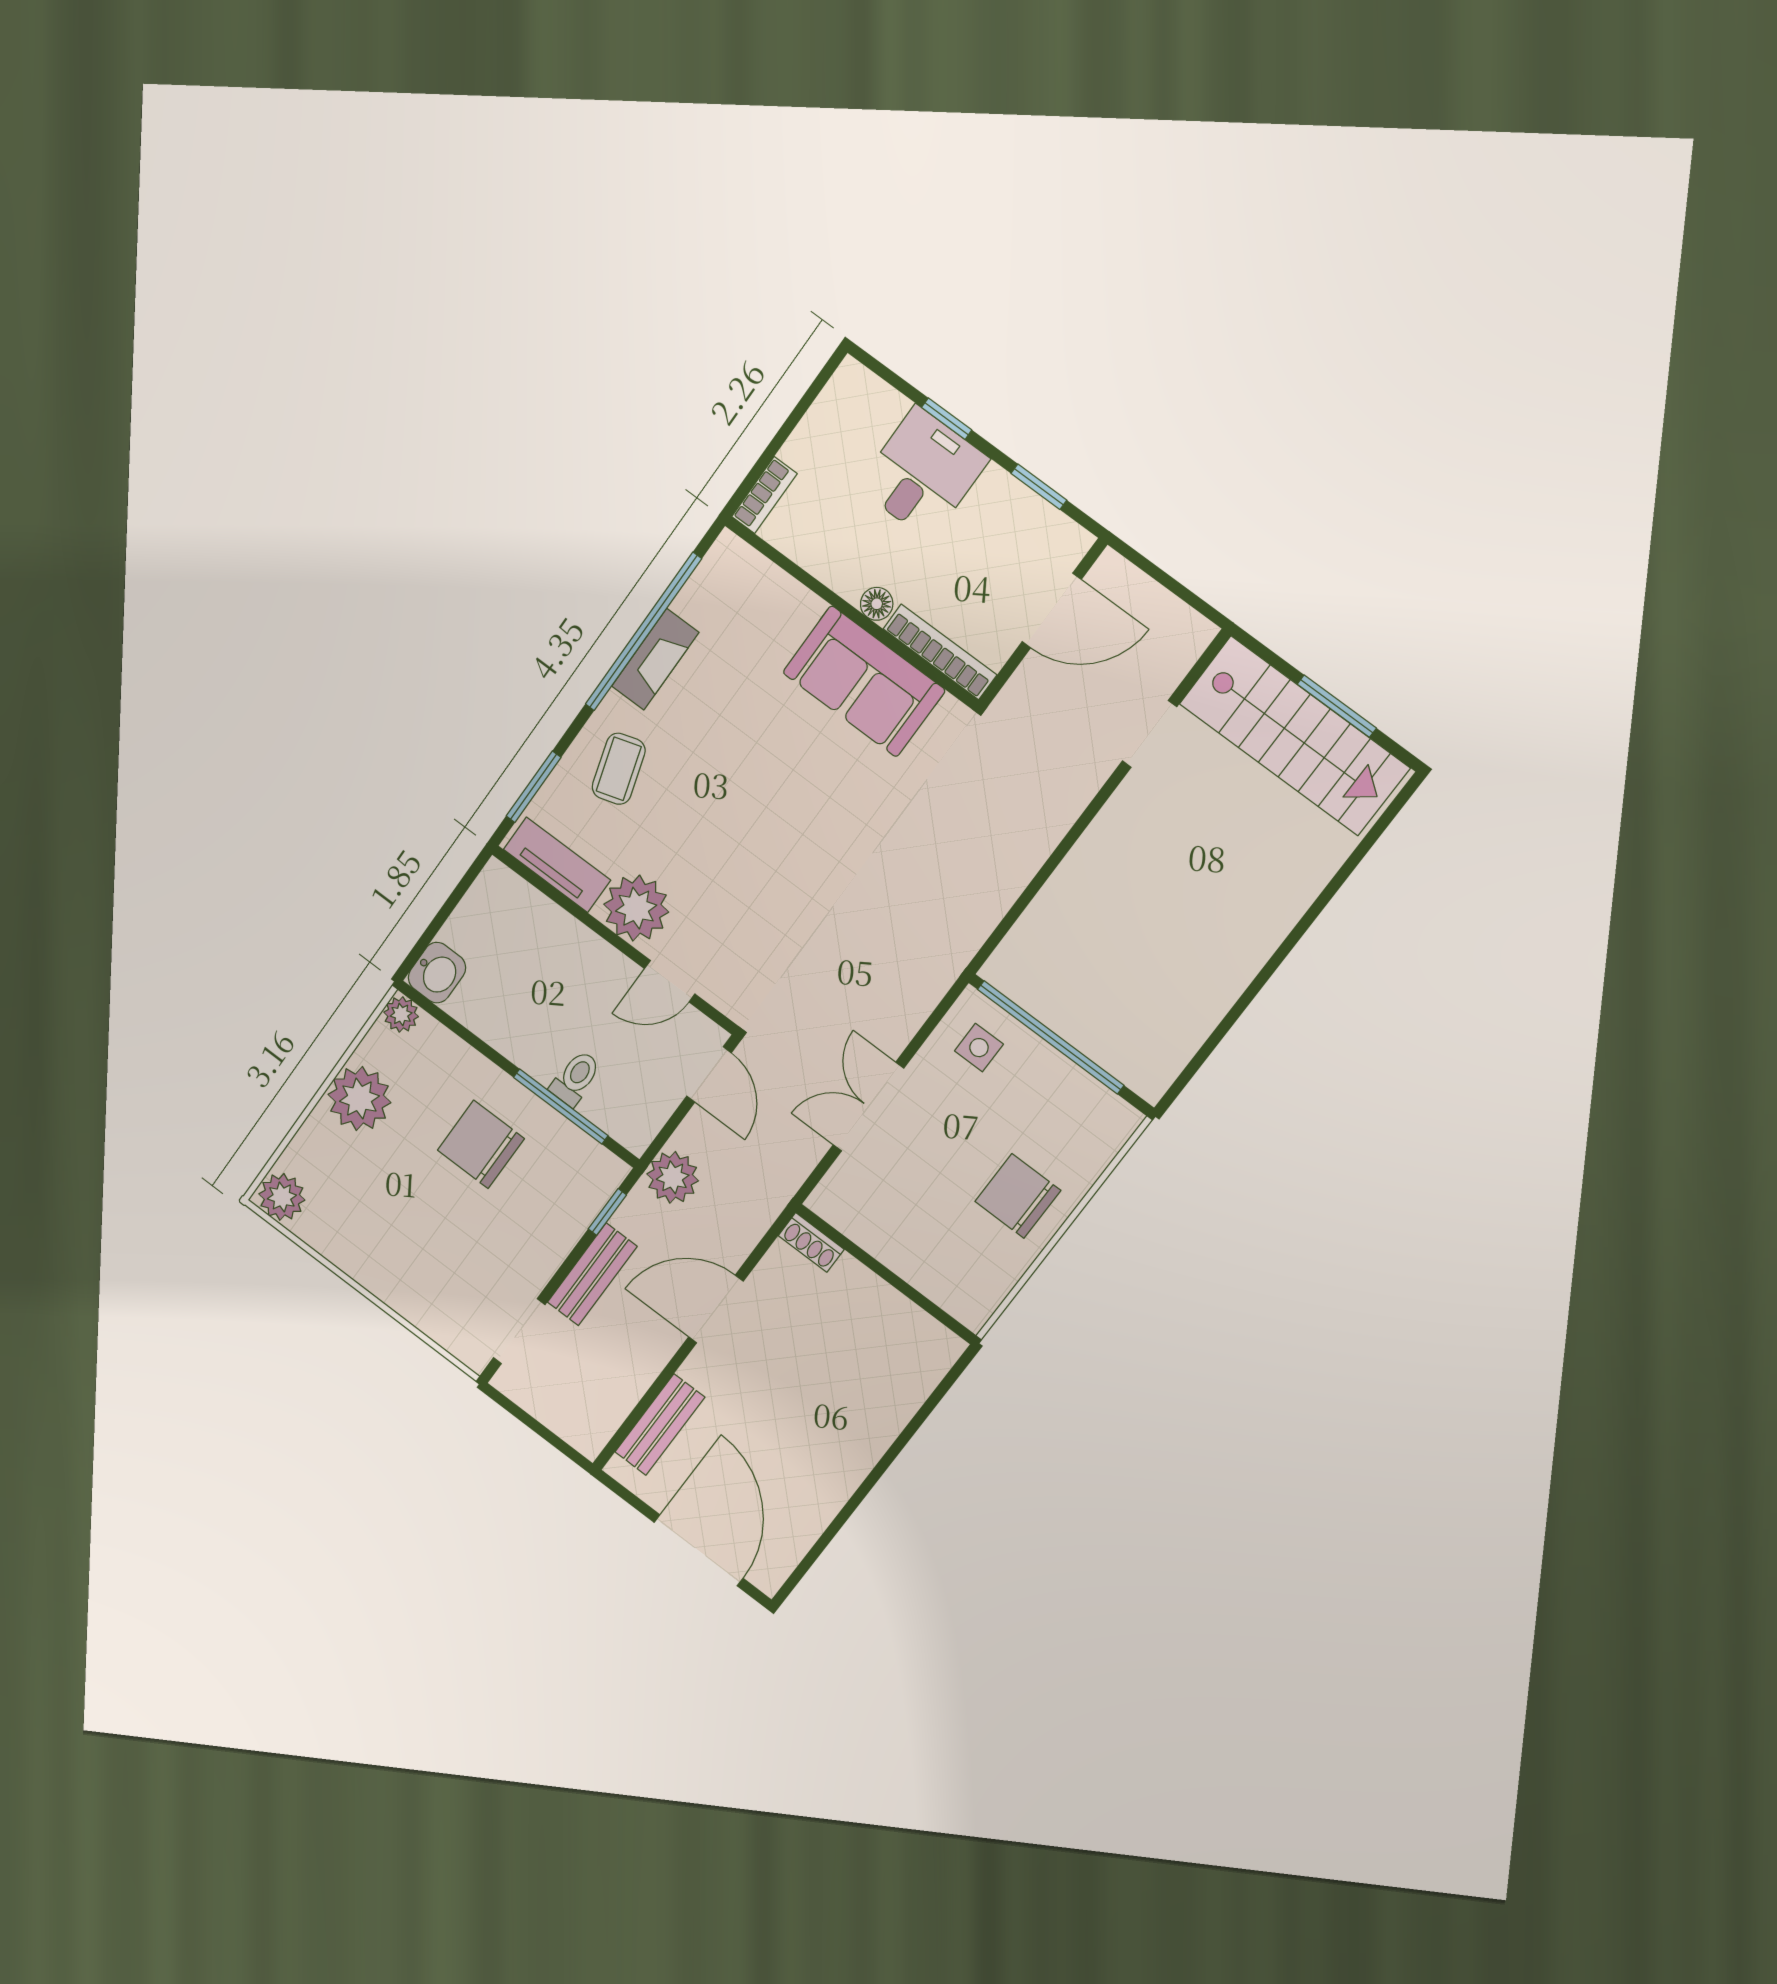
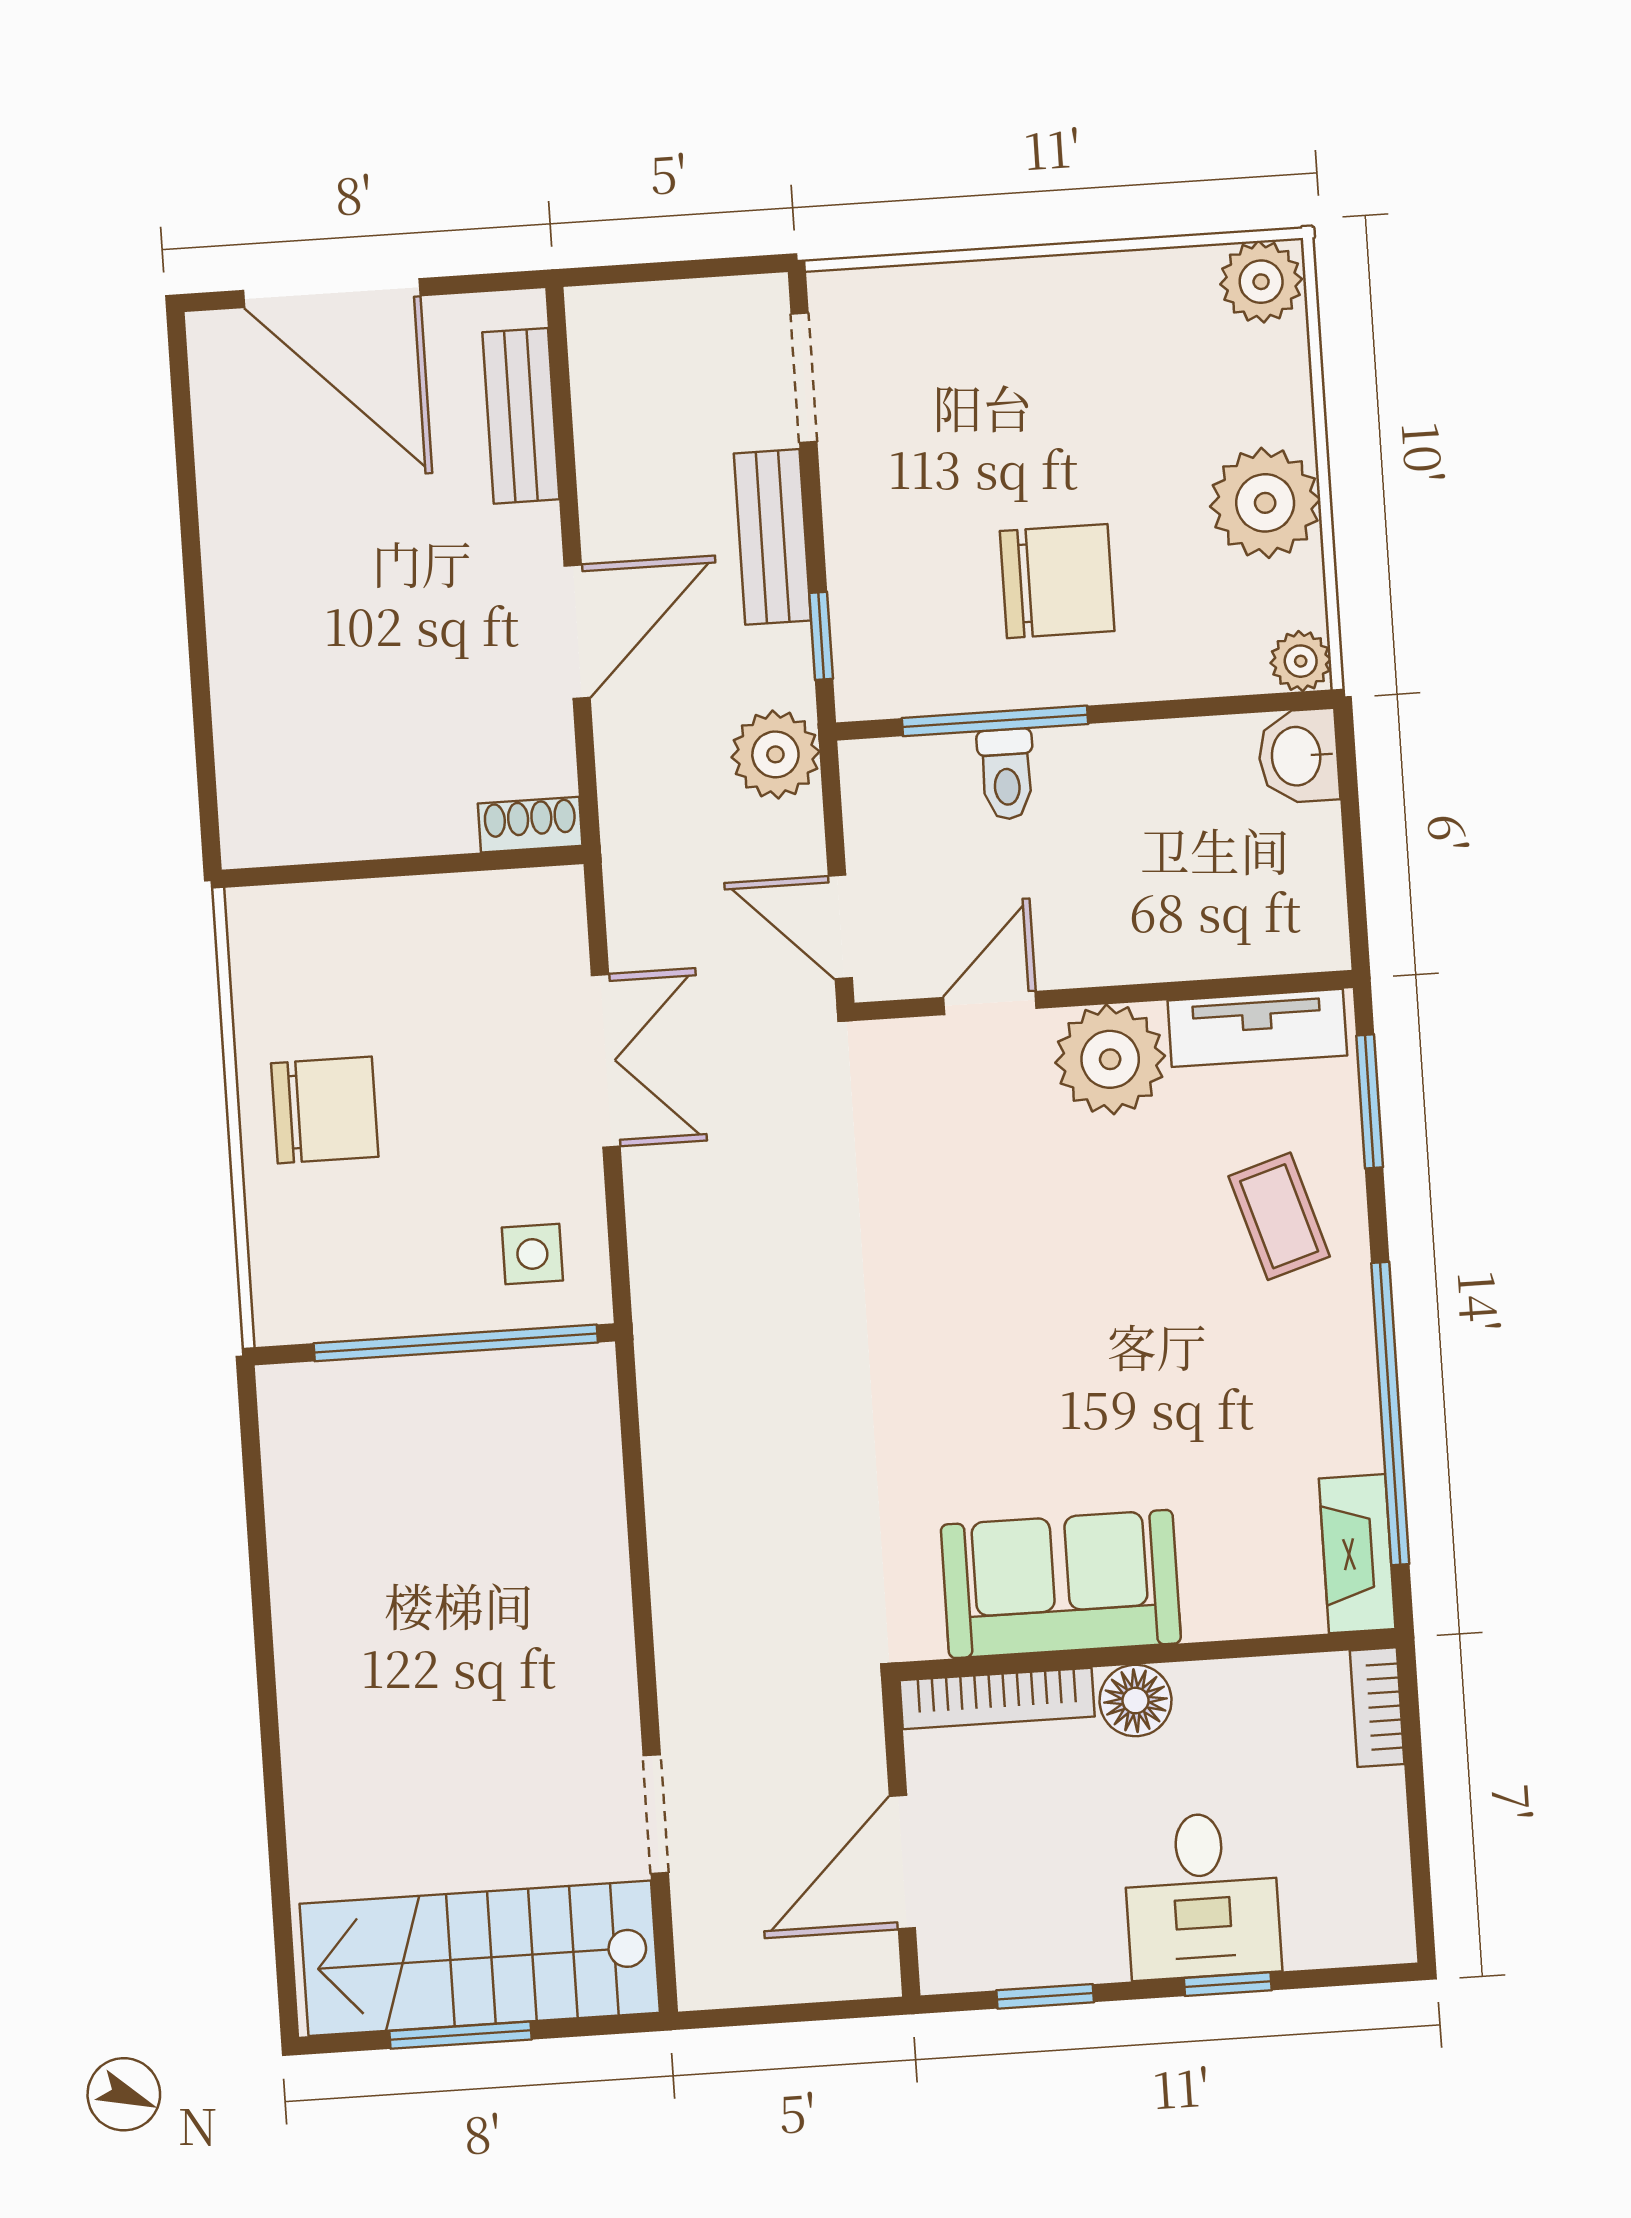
floor lamp: (877, 604) -> (1136, 1701), width x1.37, depth x1.37
fireplace: (655, 659) -> (1357, 1554), moved

